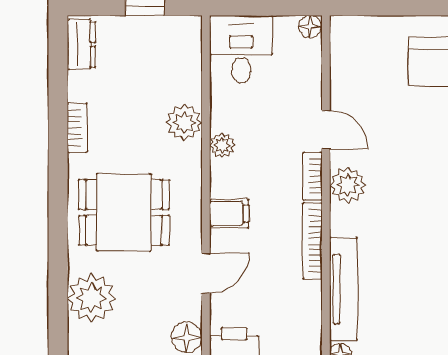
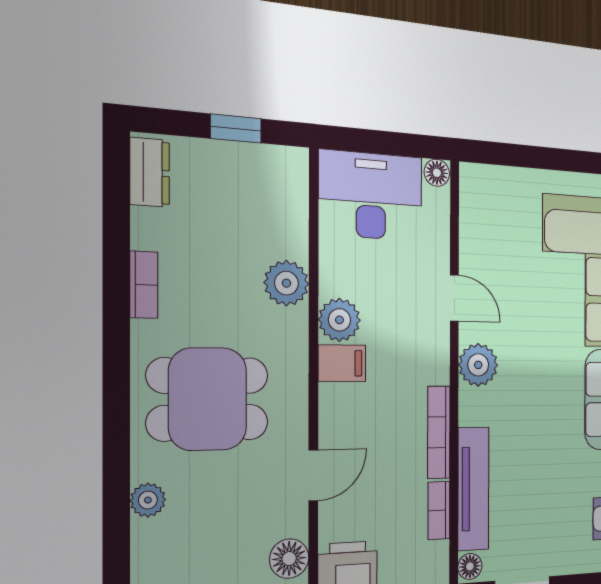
desk: (241, 50) -> (371, 196), width x1.37
plant: (222, 145) -> (339, 320), width x1.38, depth x1.38
bookcase: (312, 176) -> (439, 510), moved
filing cabinet: (229, 213) -> (342, 363), moved
plant: (91, 298) -> (148, 500), width x0.53, depth x0.53

